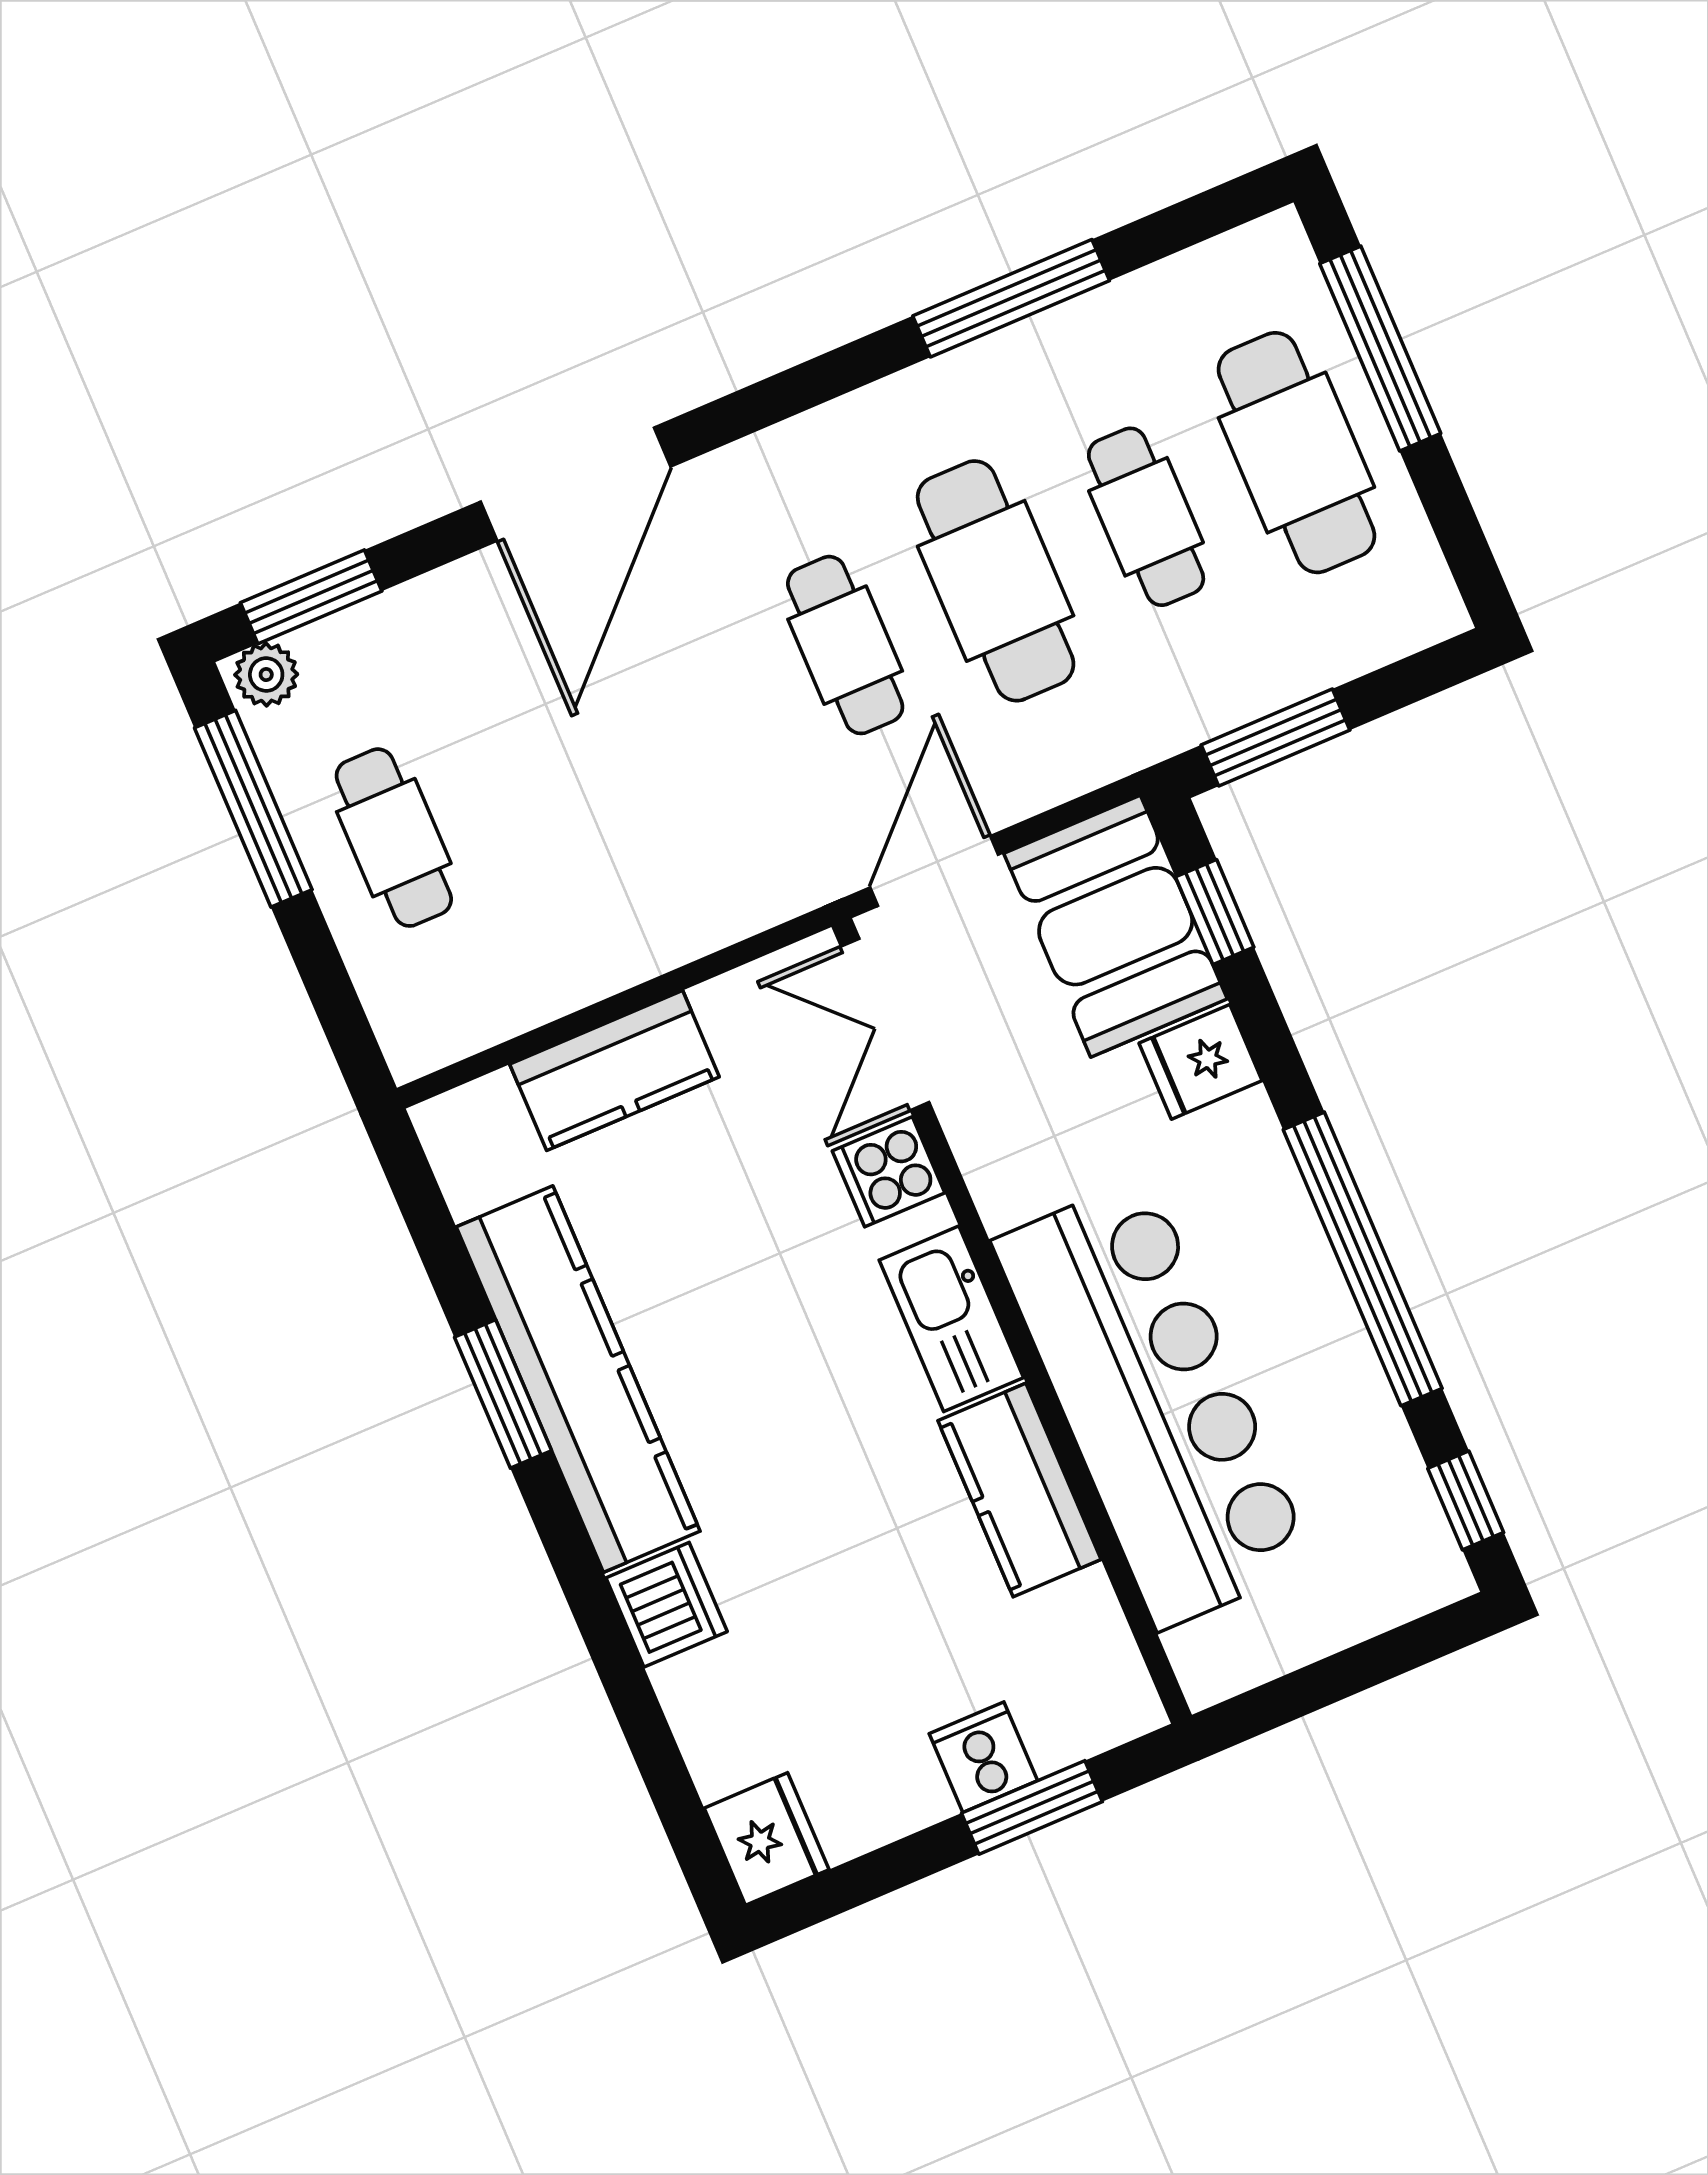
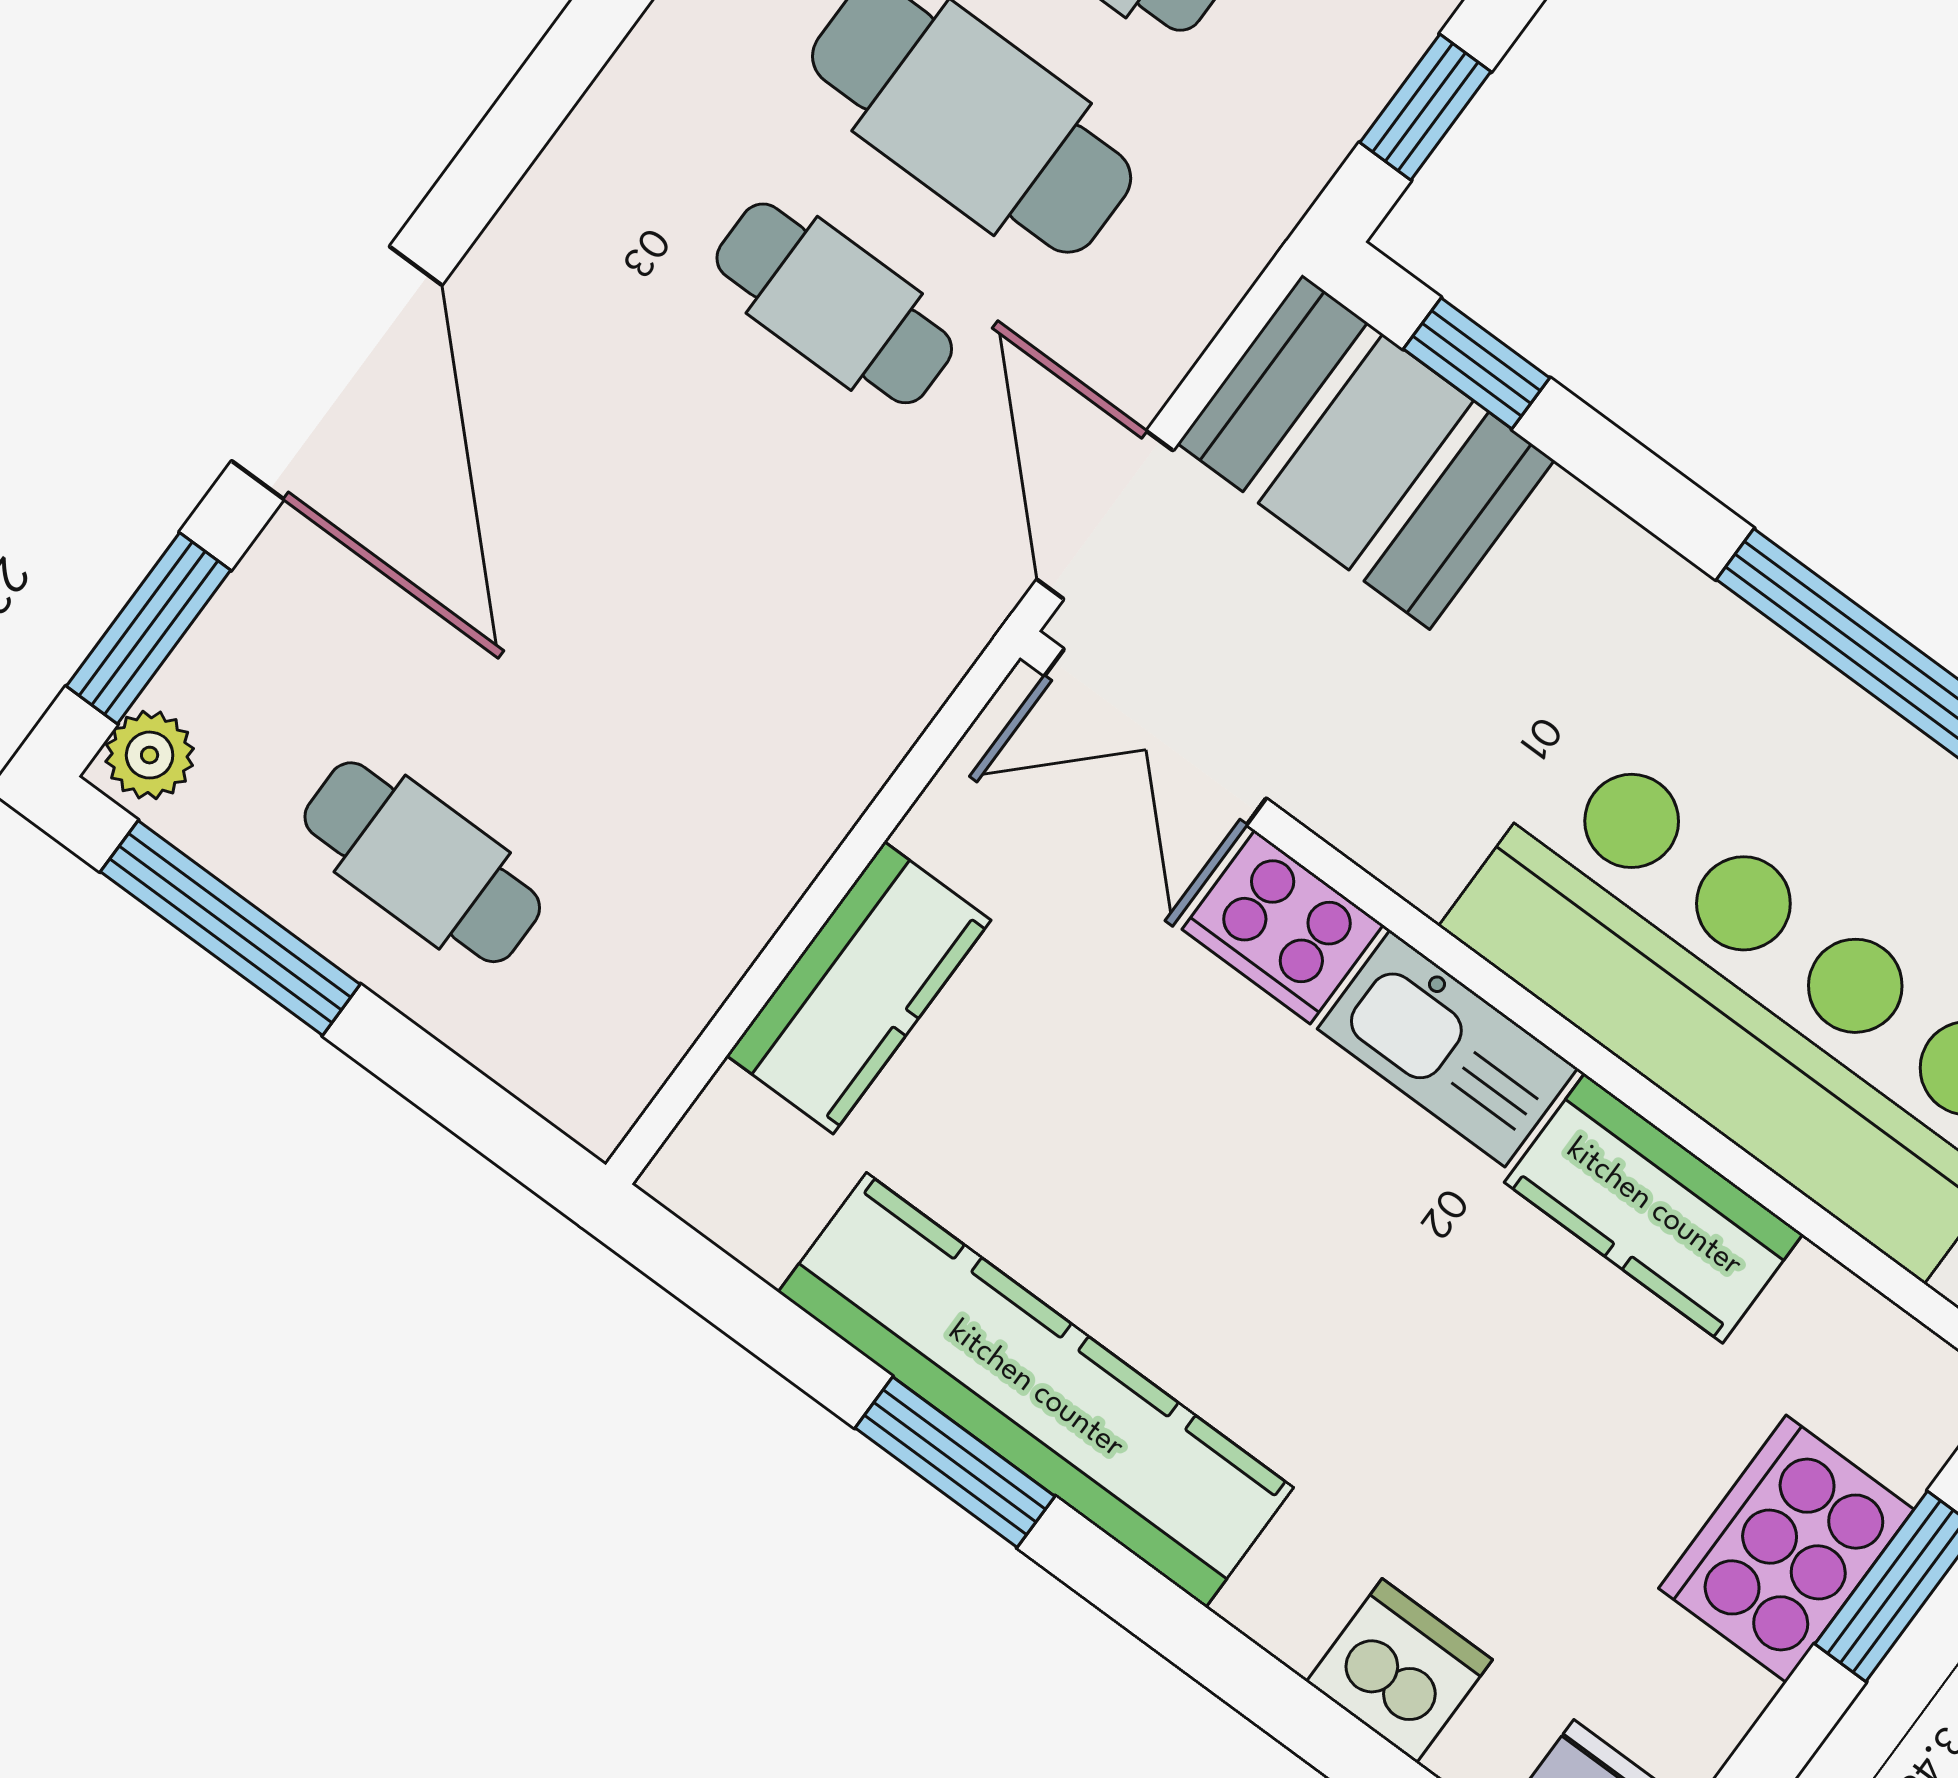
door: (576, 484) -> (337, 373), moved
window: (1276, 738) -> (1425, 107), width x0.67
fridge: (1201, 1062) -> (1567, 556), removed
cooker: (889, 1172) -> (1283, 927), width x1.36
dishwasher: (667, 1605) -> (1399, 1671), moved
cooker: (983, 1757) -> (1786, 1549), width x1.87, depth x1.31

